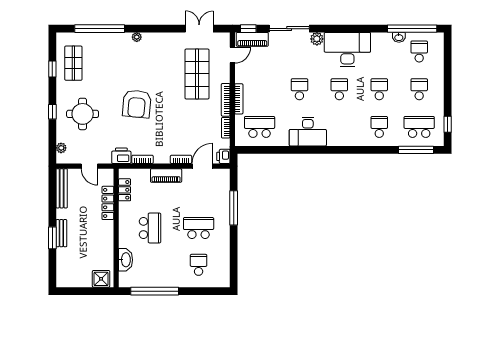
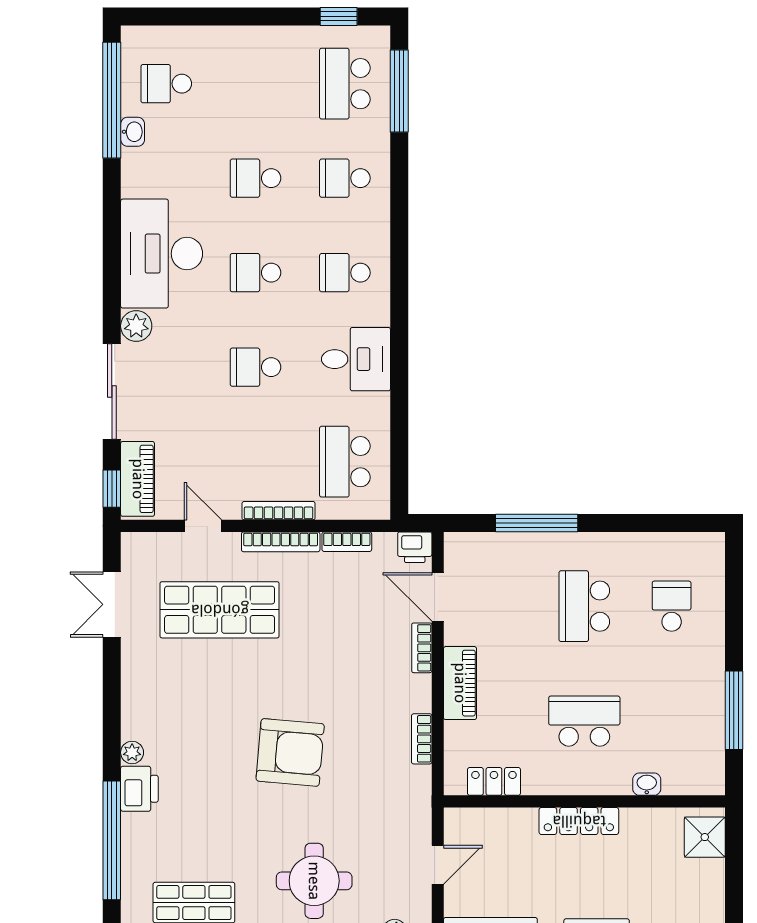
door: (232, 55) -> (203, 526), moved
school desk: (419, 89) -> (345, 273), moved
desk: (308, 132) -> (356, 359), width x0.73
printer: (121, 156) -> (139, 789), moved, turned 180
locker: (108, 203) -> (579, 821), moved
washbasin: (126, 260) -> (647, 784), width x0.52, depth x0.69
school desk: (199, 265) -> (672, 606), turned 90
window: (155, 291) -> (734, 710), width x0.68

